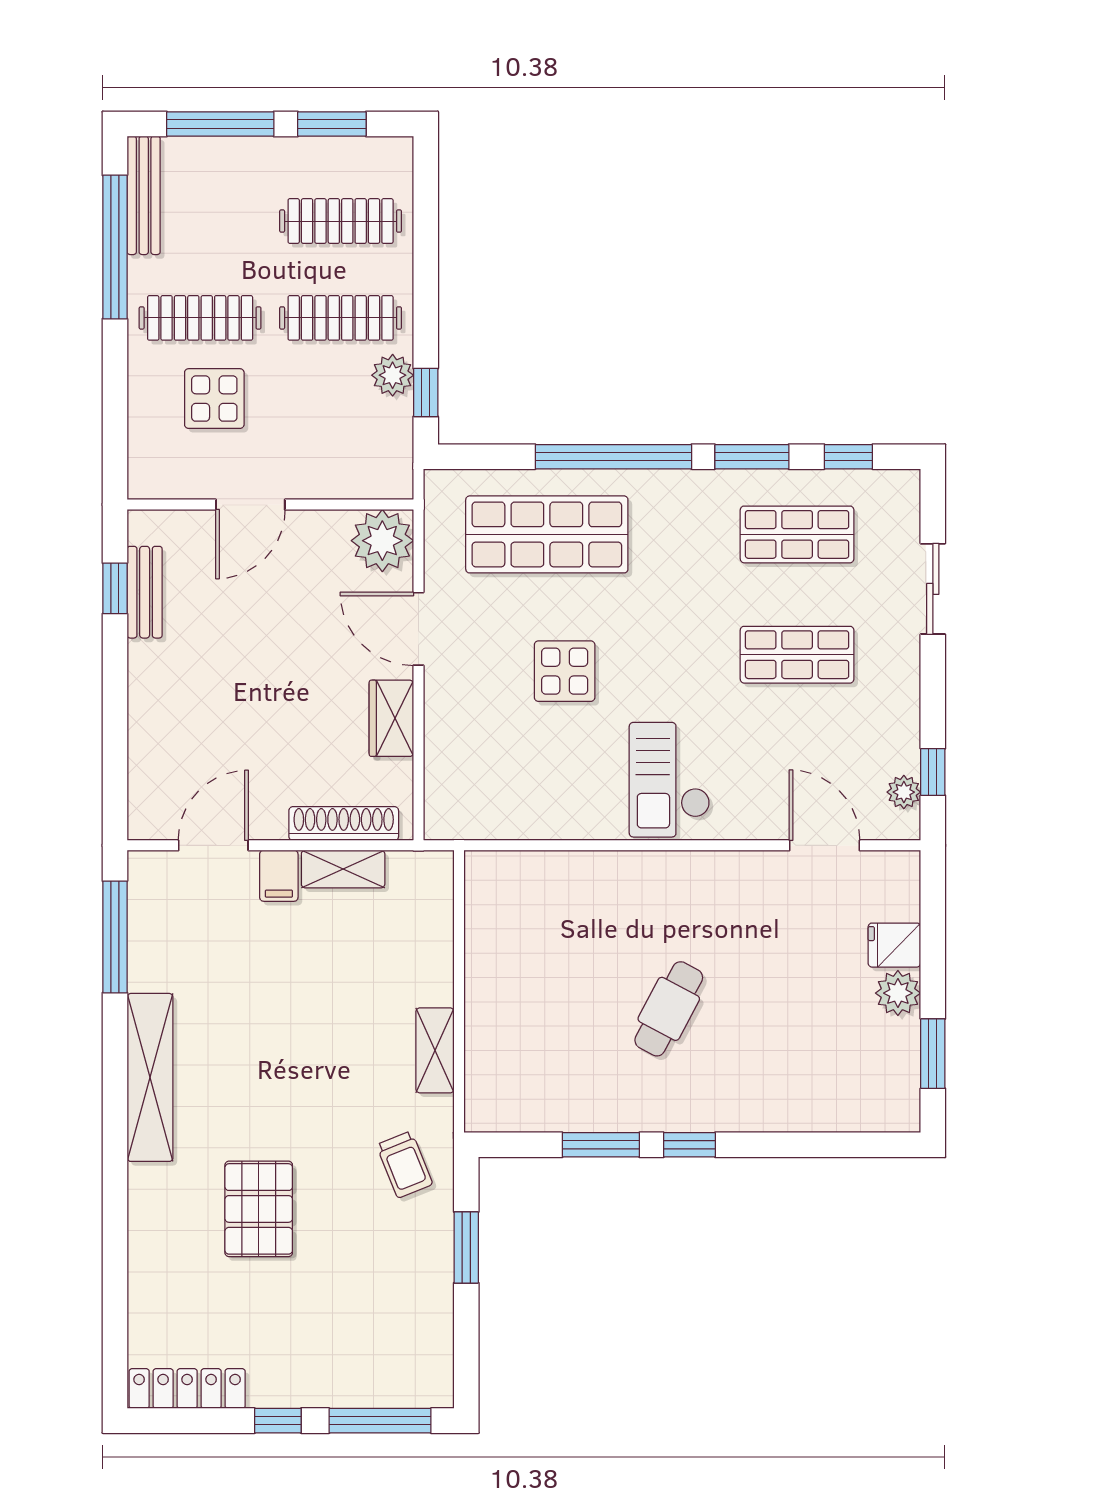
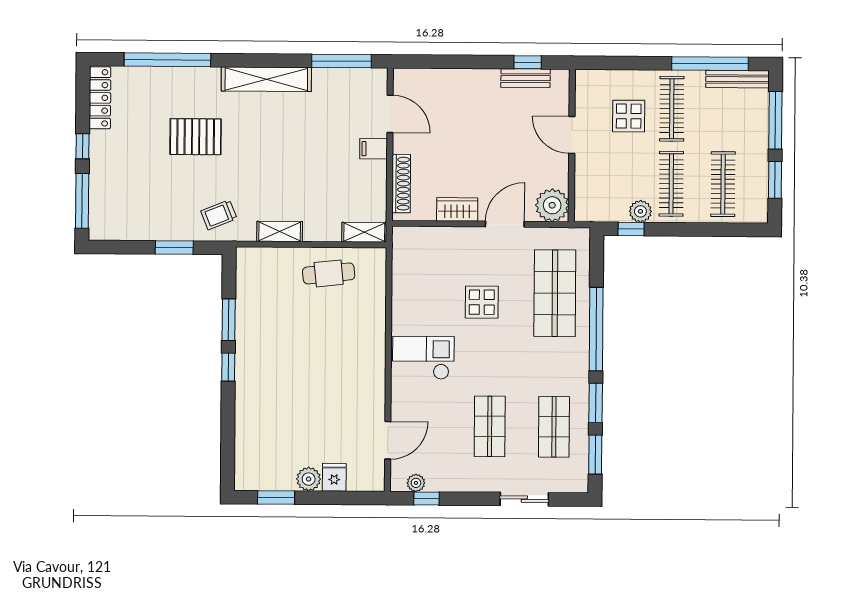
window: (848, 457) -> (595, 455), width x1.50
shelving: (343, 869) -> (364, 232), moved, turned 90
cafe table: (669, 1009) -> (329, 273), moved, turned -34
window: (115, 1263) -> (167, 60), added

